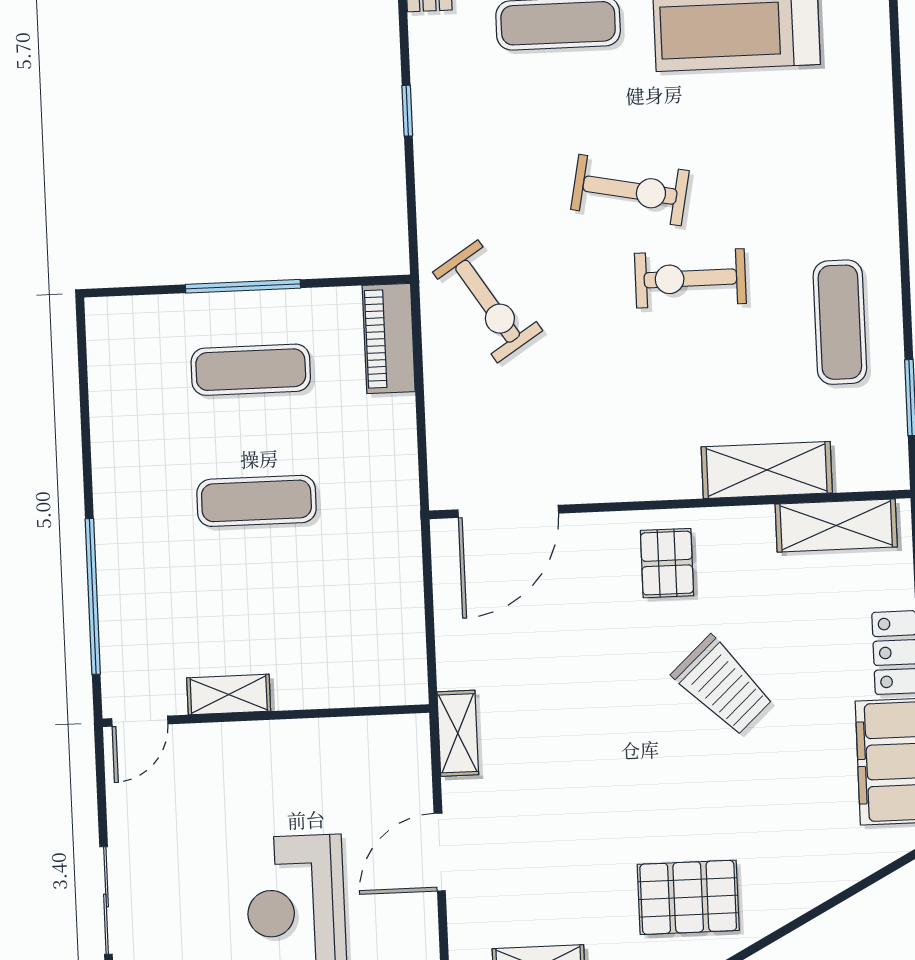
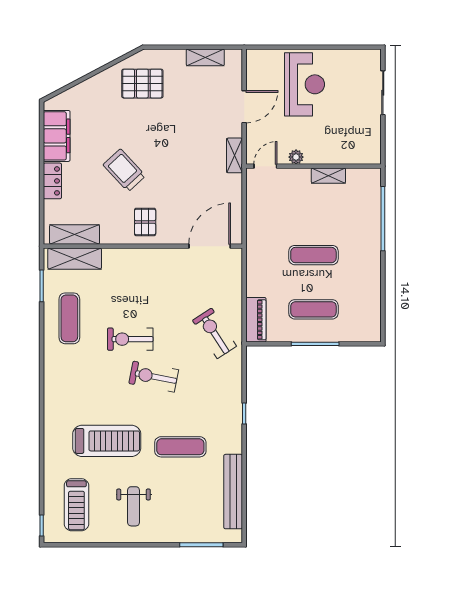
exercise bike: (690, 278) -> (130, 339), turned 180
shelving: (767, 470) -> (75, 259), moved
door: (140, 721) -> (265, 166), moved
plant: (309, 736) -> (296, 157), added

